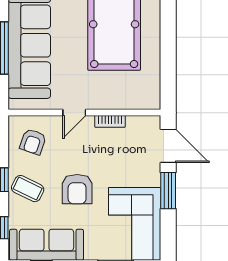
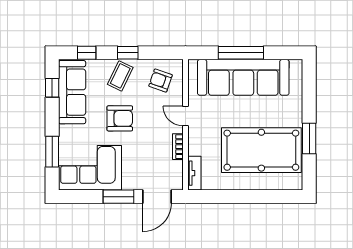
tv unit: (141, 102) -> (194, 173), added
armchair: (77, 189) -> (120, 118), turned 180

